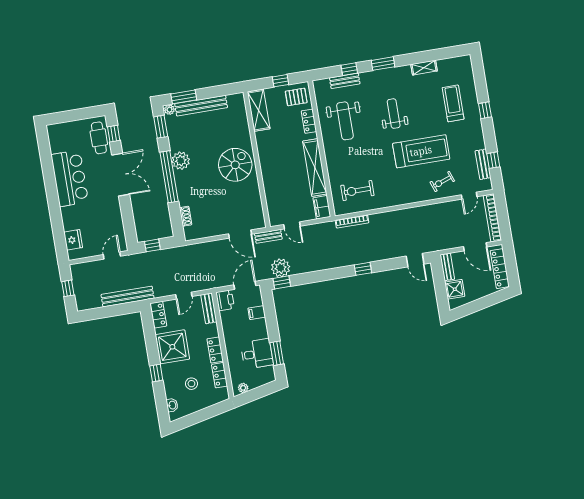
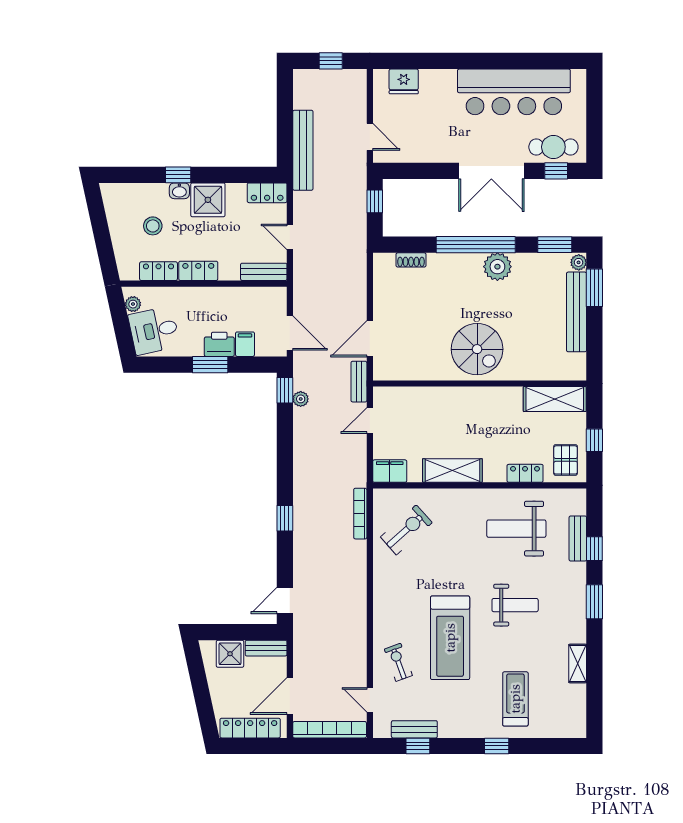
treadmill: (453, 103) -> (515, 699), turned -90
shelving: (315, 168) -> (452, 470), width x0.68
bar counter: (70, 178) -> (514, 92), width x1.36
exercise bike: (357, 190) -> (406, 530), turned 48
plant: (281, 268) -> (301, 399), width x0.53, depth x0.53
printer: (225, 300) -> (219, 344), moved, turned 180
shower: (172, 347) -> (208, 200), width x0.73, depth x0.73
window: (277, 353) -> (210, 365), moved
desk: (257, 354) -> (154, 331), moved, turned 78
washbasin: (172, 405) -> (179, 191), moved

